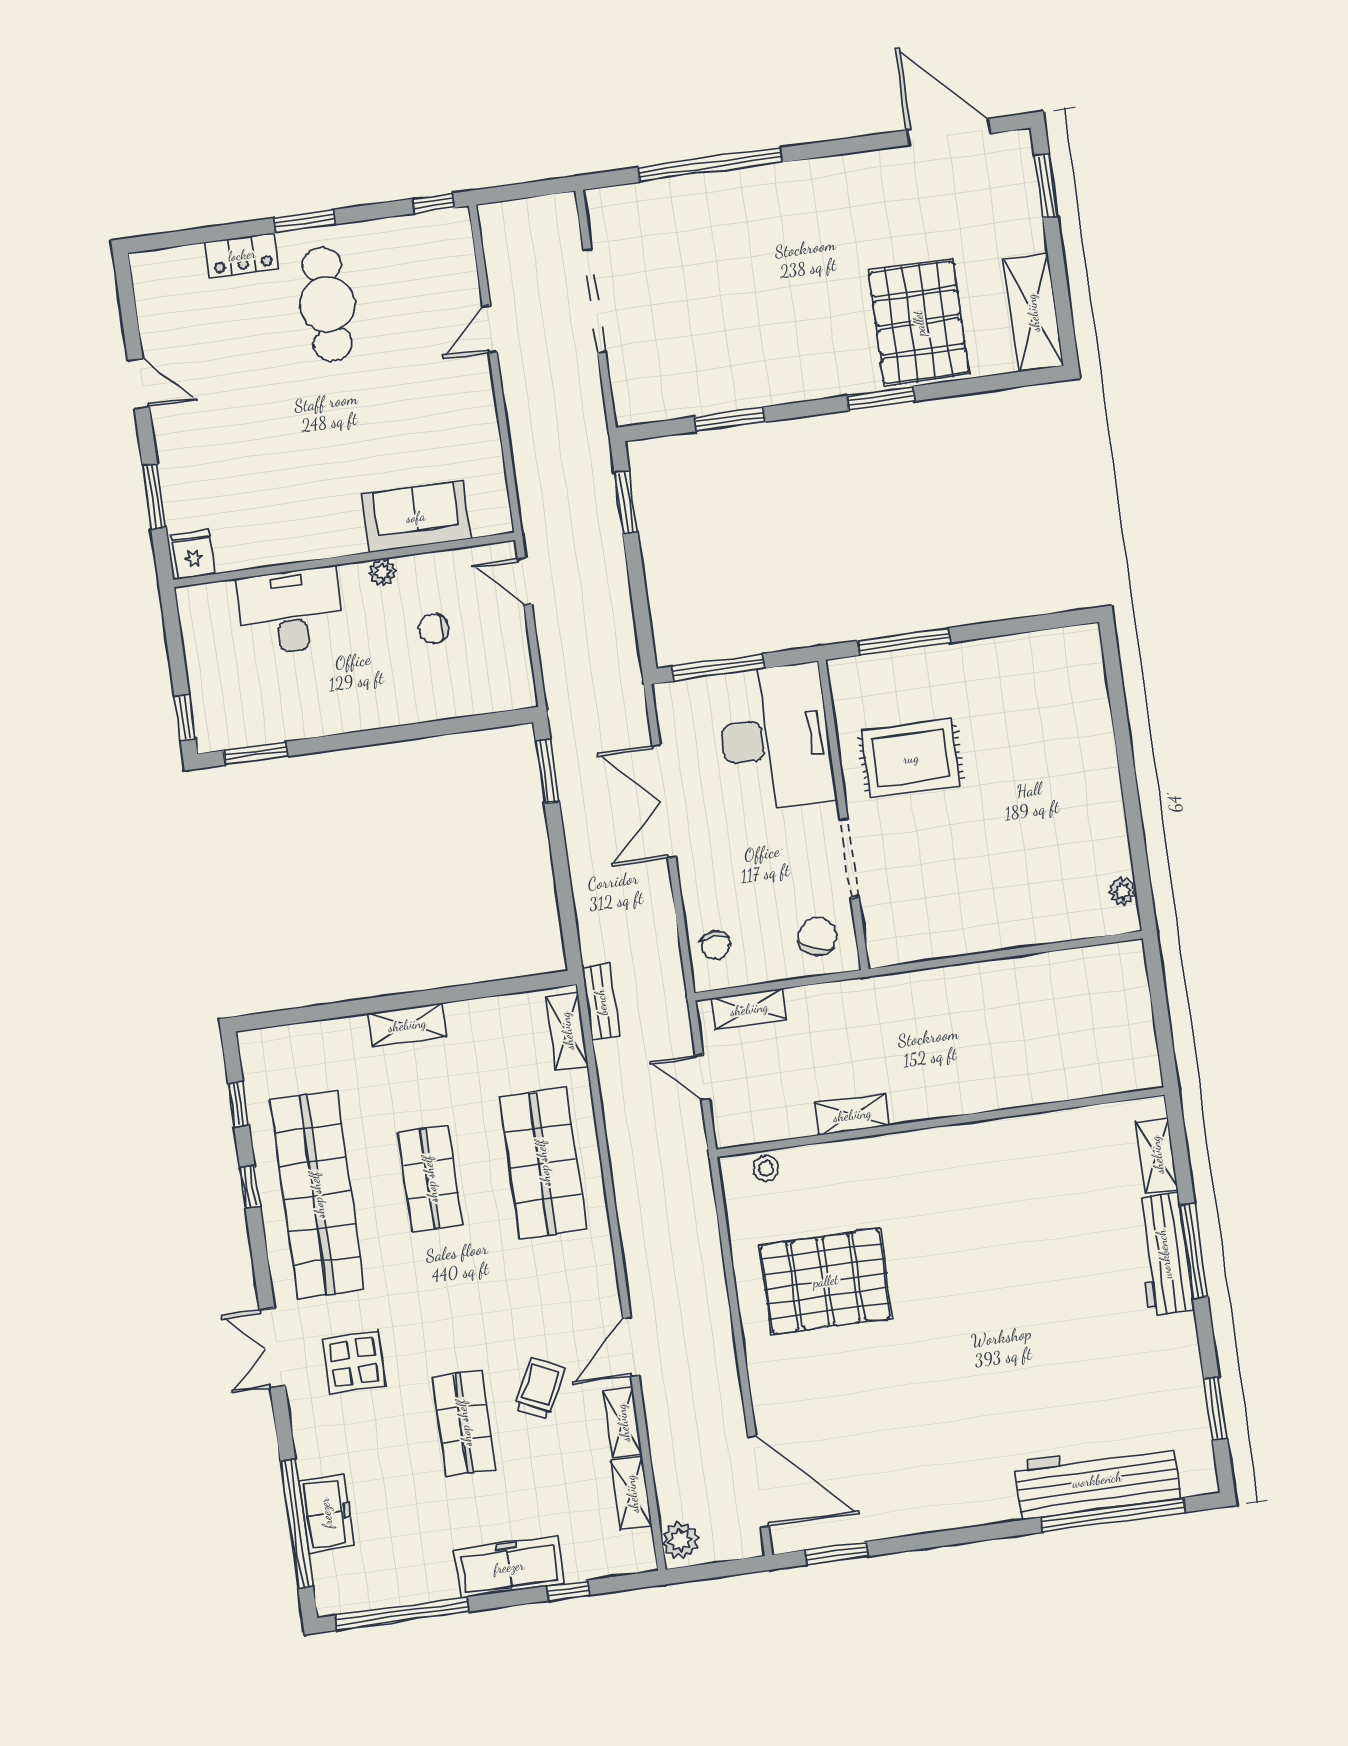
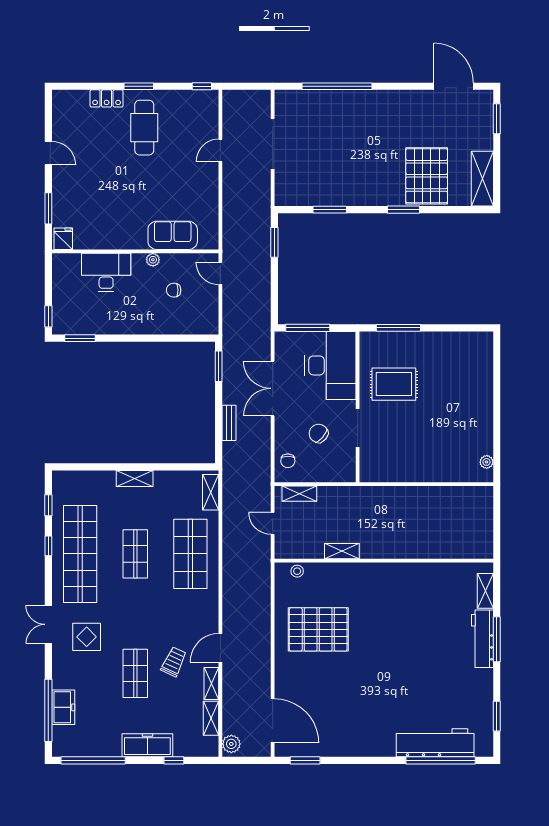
chair: (817, 936) -> (318, 433), moved, turned -69
bench: (601, 1002) -> (229, 423), moved

